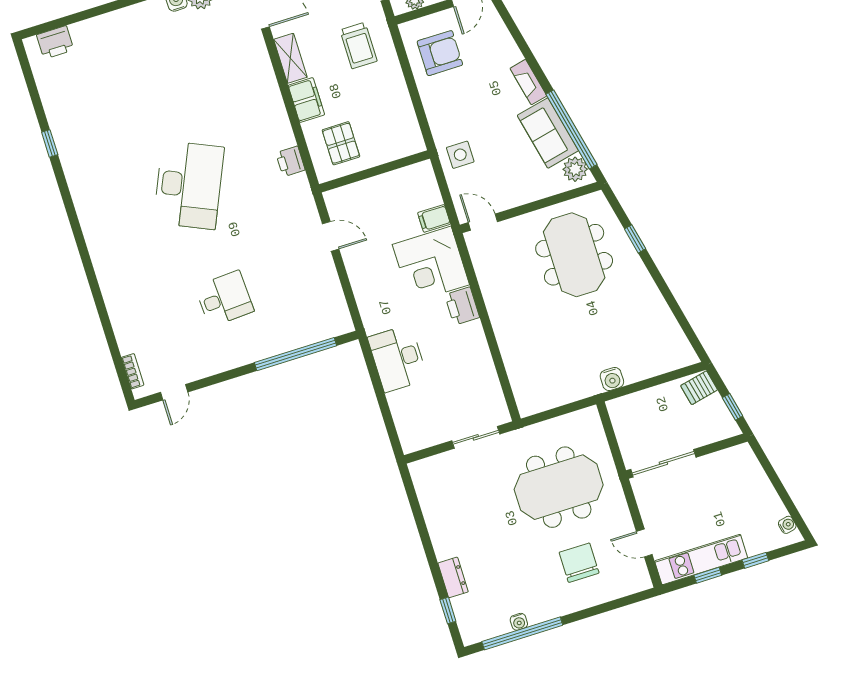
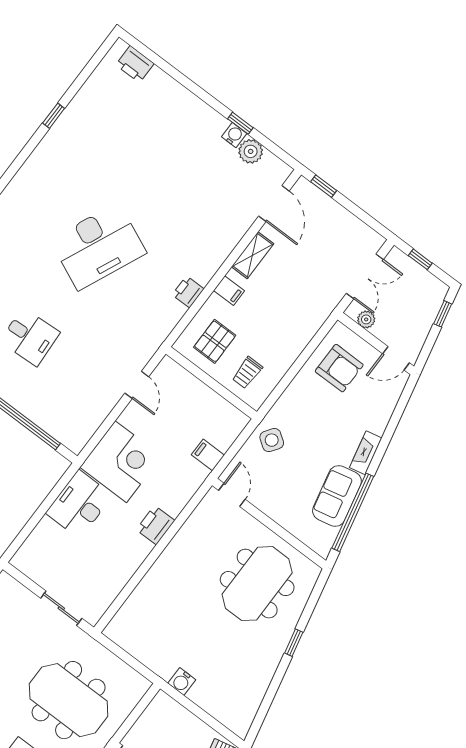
trolley: (359, 46) -> (247, 373), moved, width x0.73, depth x0.72
filing cabinet: (306, 100) -> (229, 291), width x0.50
side table: (460, 155) -> (272, 440), turned 35
printer: (290, 161) -> (188, 292), moved
plant: (575, 169) -> (324, 537), removed
window: (635, 239) -> (294, 643), moved
corner desk: (431, 265) -> (121, 462), moved, turned 180

